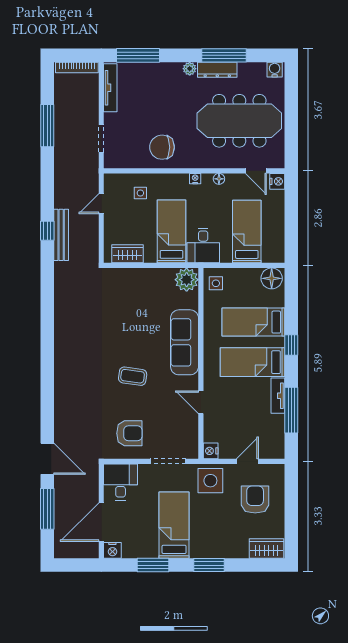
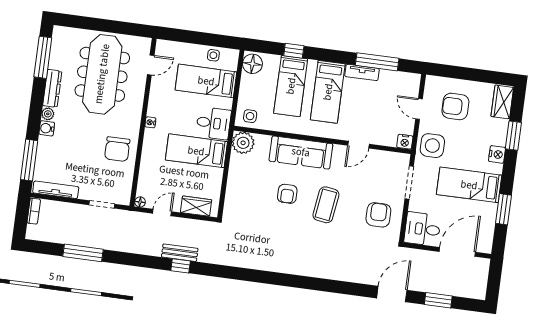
window: (224, 55) -> (43, 57), moved
bookcase: (77, 67) -> (34, 211), width x0.64
water cooler: (275, 70) -> (47, 128), moved
floor lamp: (219, 179) -> (140, 202), moved
nightstand: (277, 181) -> (163, 47), removed
side table: (140, 193) -> (213, 55), moved
door: (101, 204) -> (162, 212), swing flipped
bench: (61, 235) -> (180, 253), width x0.73
wardrobe: (128, 254) -> (196, 206), moved, turned 90
armchair: (139, 334) -> (287, 194), added
window: (291, 345) -> (294, 51), moved
coffee table: (133, 376) -> (326, 205), width x1.36, depth x1.30
window: (47, 509) -> (438, 300), width x0.69
door: (101, 522) -> (457, 252), swing flipped
nightstand: (112, 550) -> (497, 154), moved
window: (209, 565) -> (513, 136), moved

